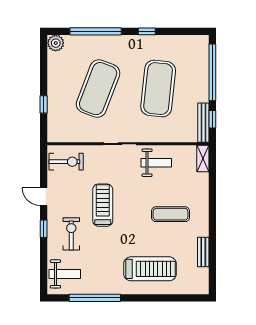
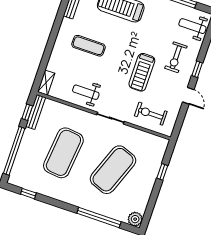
window: (147, 31) -> (28, 194), moved
exercise bike: (66, 162) -> (151, 114), moved

